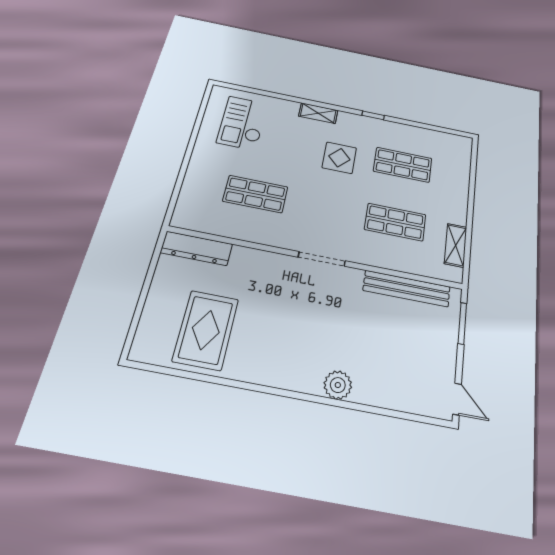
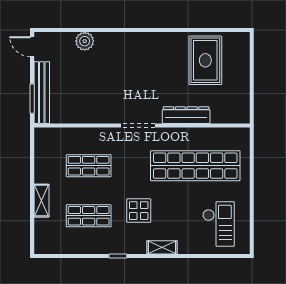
shop shelf: (255, 194) -> (195, 166), width x2.00, depth x1.36
shelving: (456, 245) -> (41, 201), moved
dresser: (197, 248) -> (186, 115), moved
bench: (407, 289) -> (42, 93), moved, turned 90
plant: (338, 385) -> (85, 41), moved

